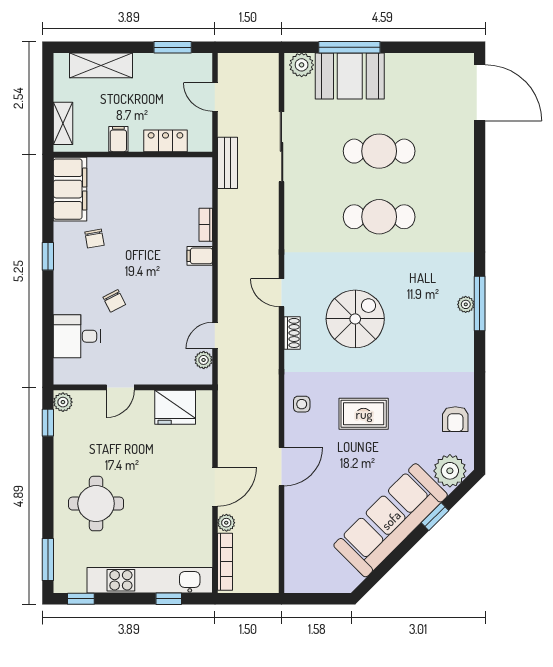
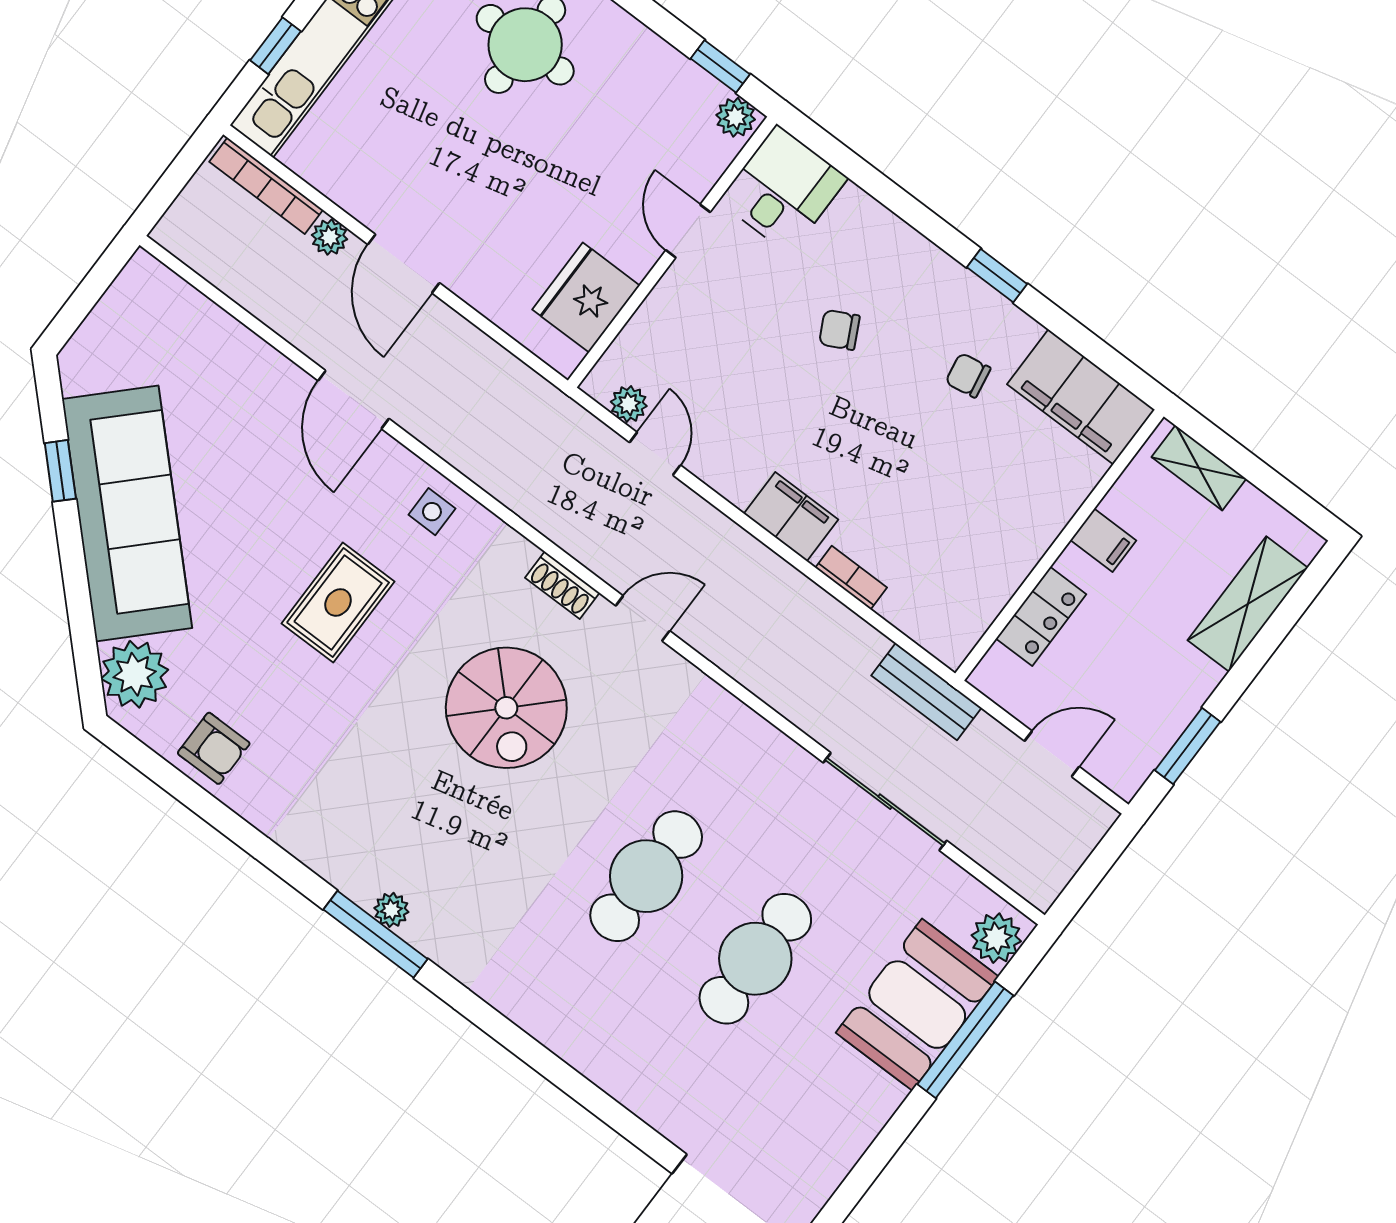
filing cabinet: (200, 256) -> (791, 517), width x2.00
desk: (77, 336) -> (783, 190), moved
armchair: (455, 419) -> (214, 748), turned 180
window: (435, 517) -> (60, 471), moved

